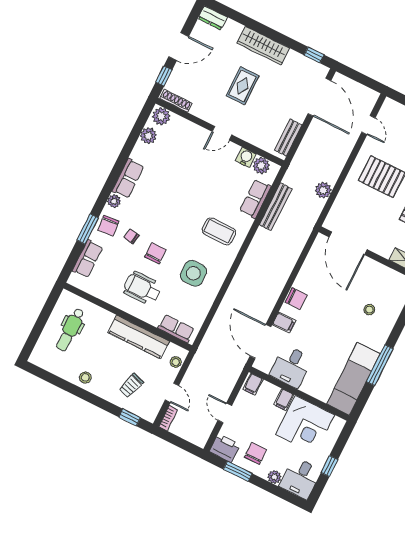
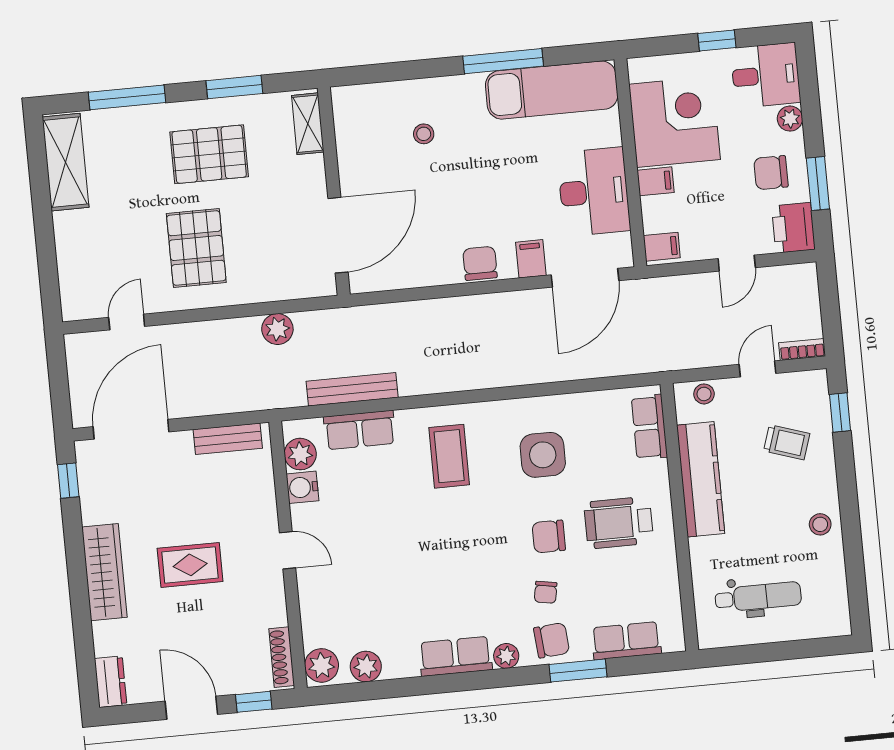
wheelchair: (142, 288) -> (619, 523), turned 90
desk: (291, 367) -> (594, 192), width x1.37

